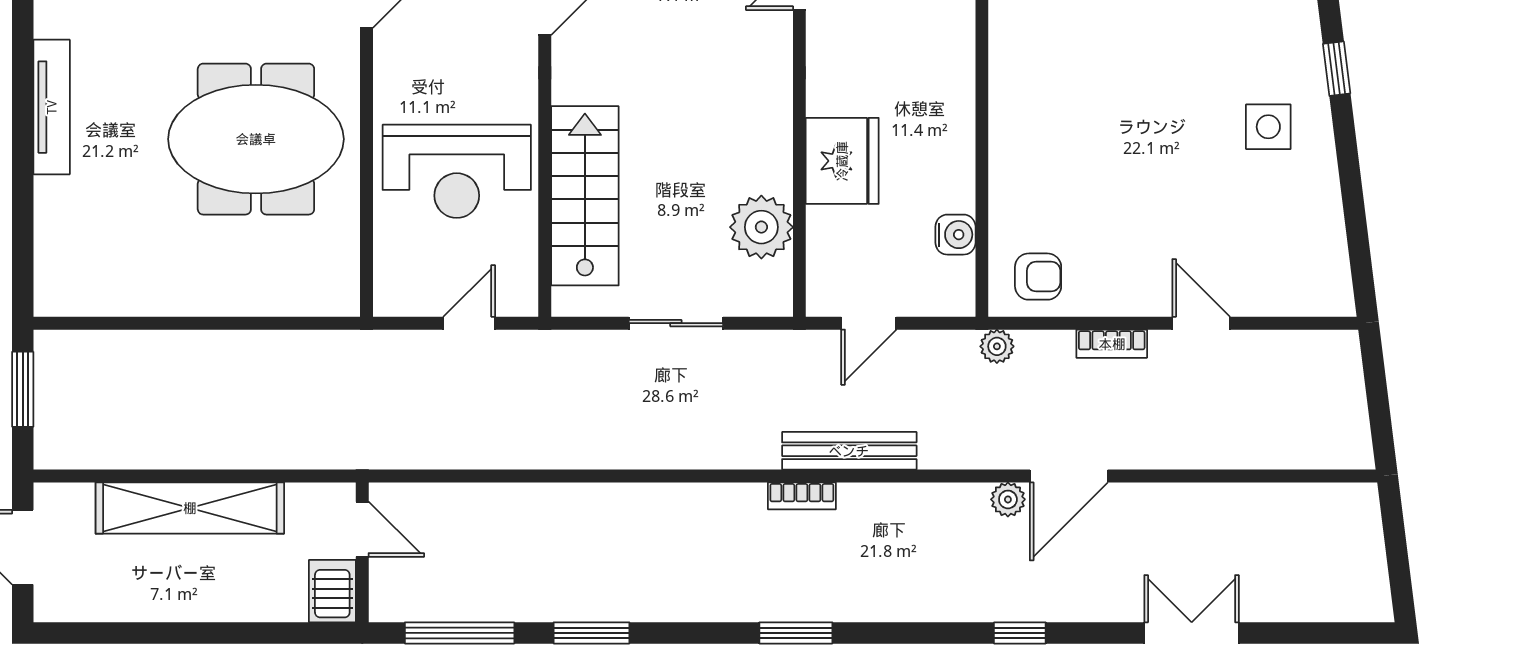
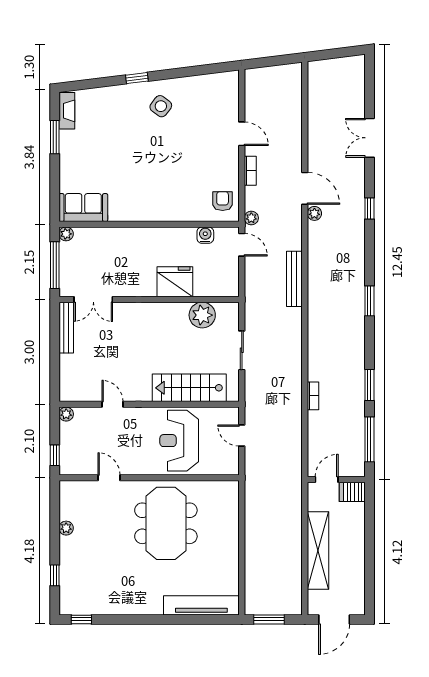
tv unit: (52, 107) -> (201, 605), moved, width x1.36, depth x1.29
side table: (1268, 127) -> (161, 106), turned 37
reception desk: (457, 171) -> (179, 441), turned 180
door: (869, 323) -> (242, 245), moved
door: (1201, 323) -> (242, 134), swing flipped
bookcase: (802, 496) -> (313, 396), moved

